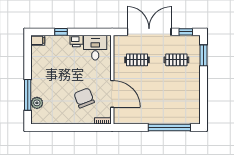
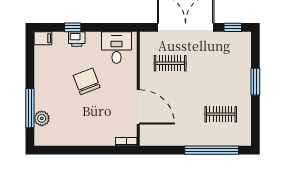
printer: (76, 41) -> (77, 39), moved
window: (203, 55) -> (255, 82), moved
clothes rail: (176, 60) -> (221, 114), moved
chair: (84, 98) -> (87, 81), moved

